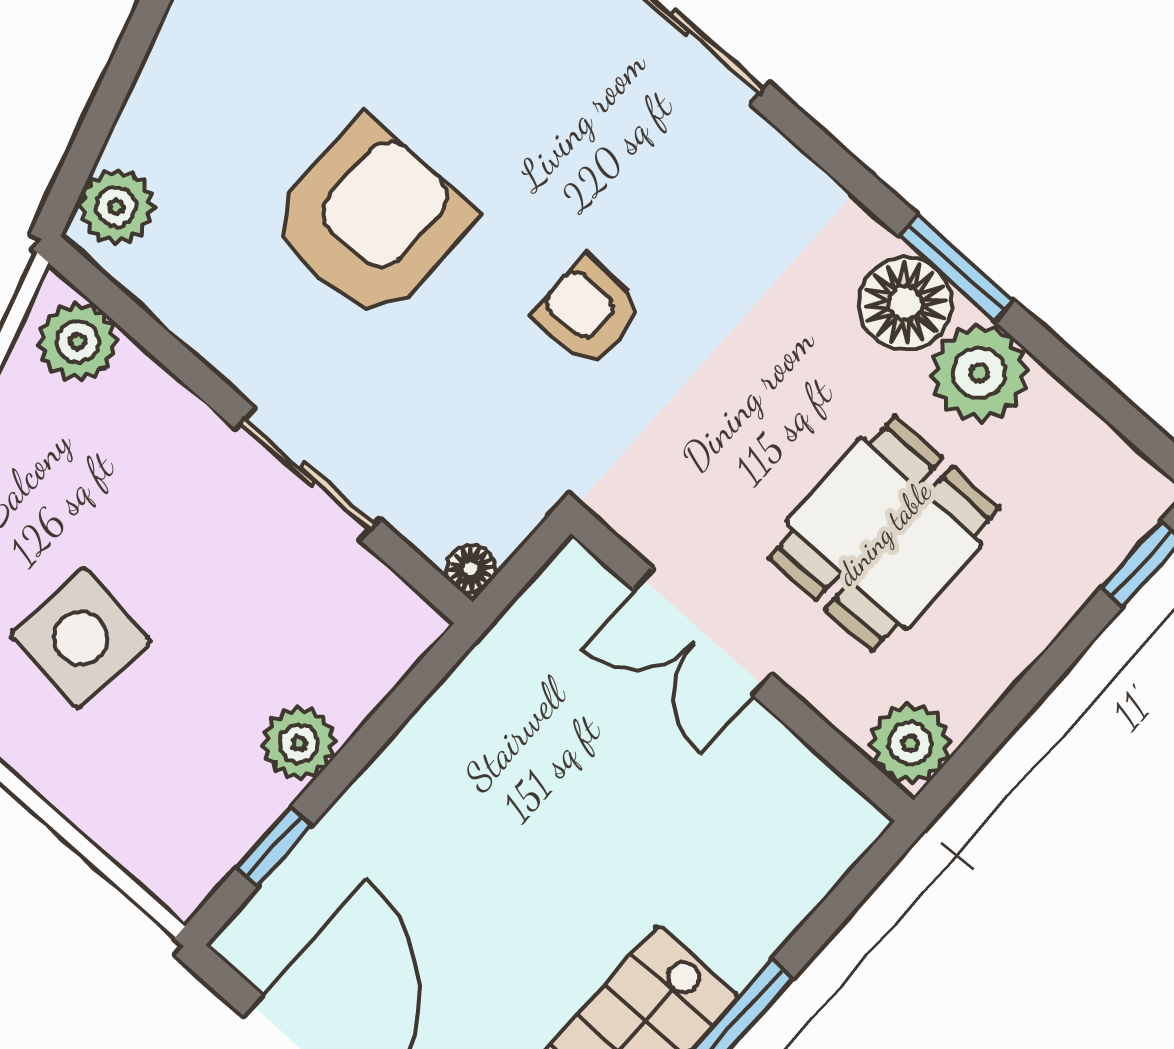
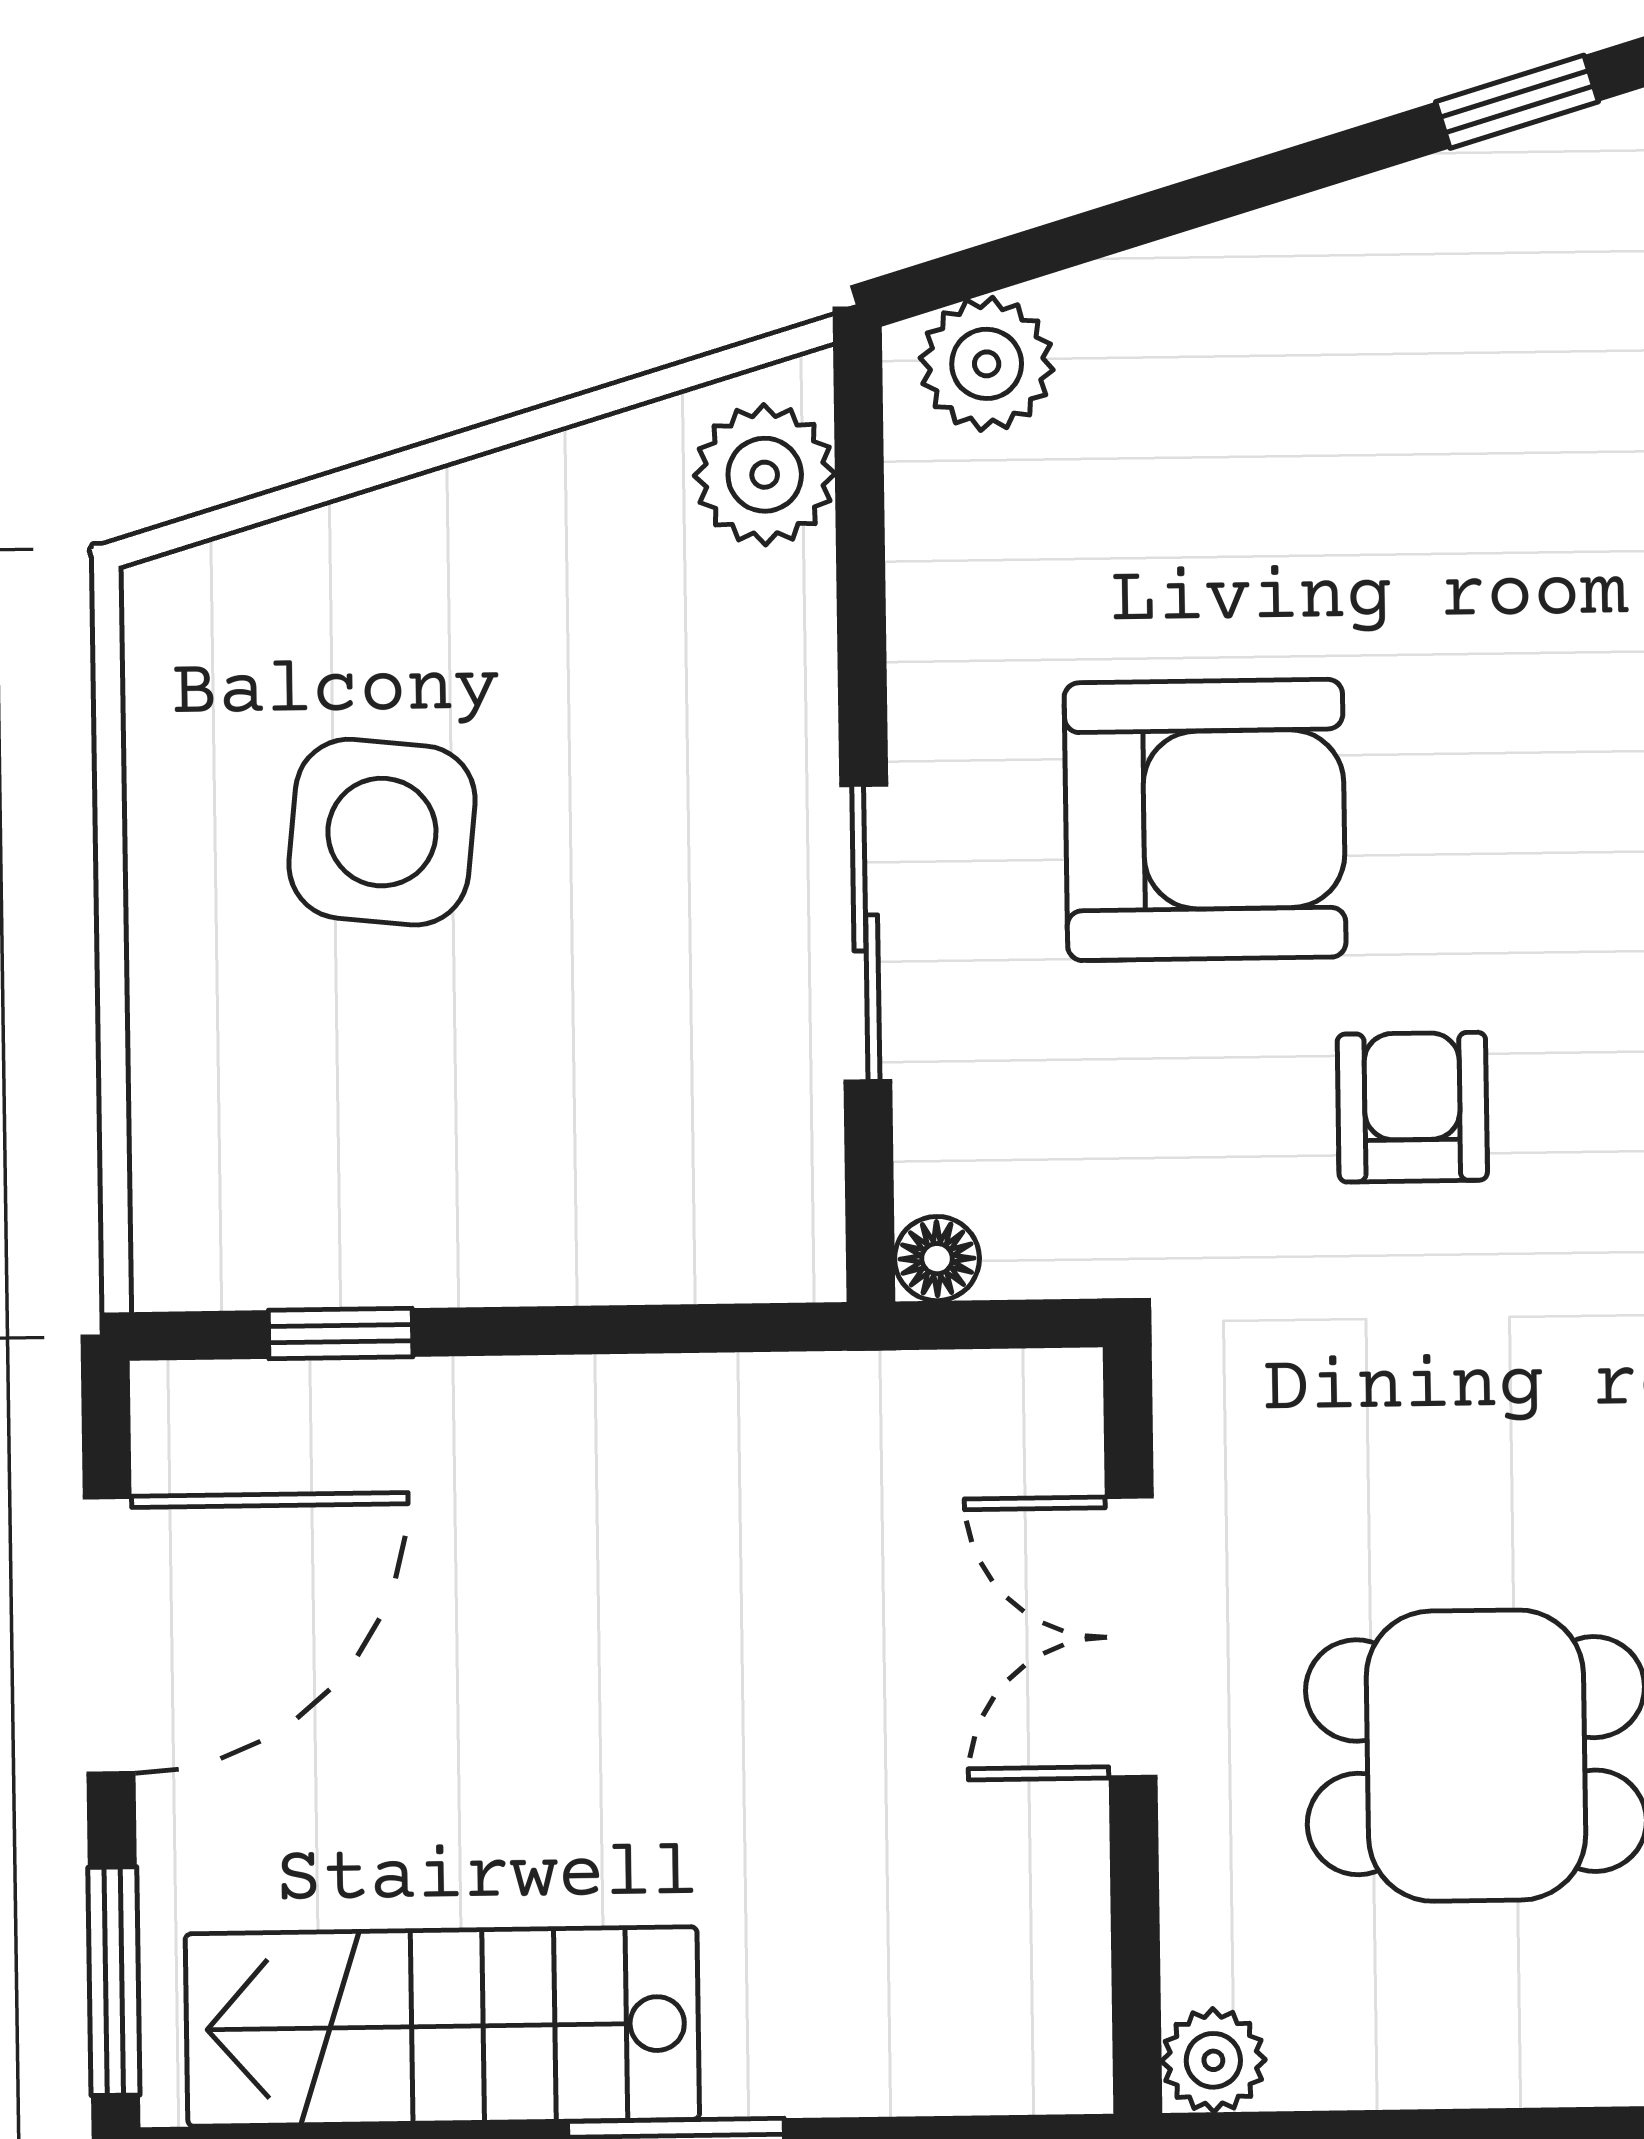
armchair: (370, 221) -> (1205, 820), moved
plant: (299, 743) -> (505, 1242), removed
plant: (910, 743) -> (1213, 2060), width x0.73, depth x0.73

